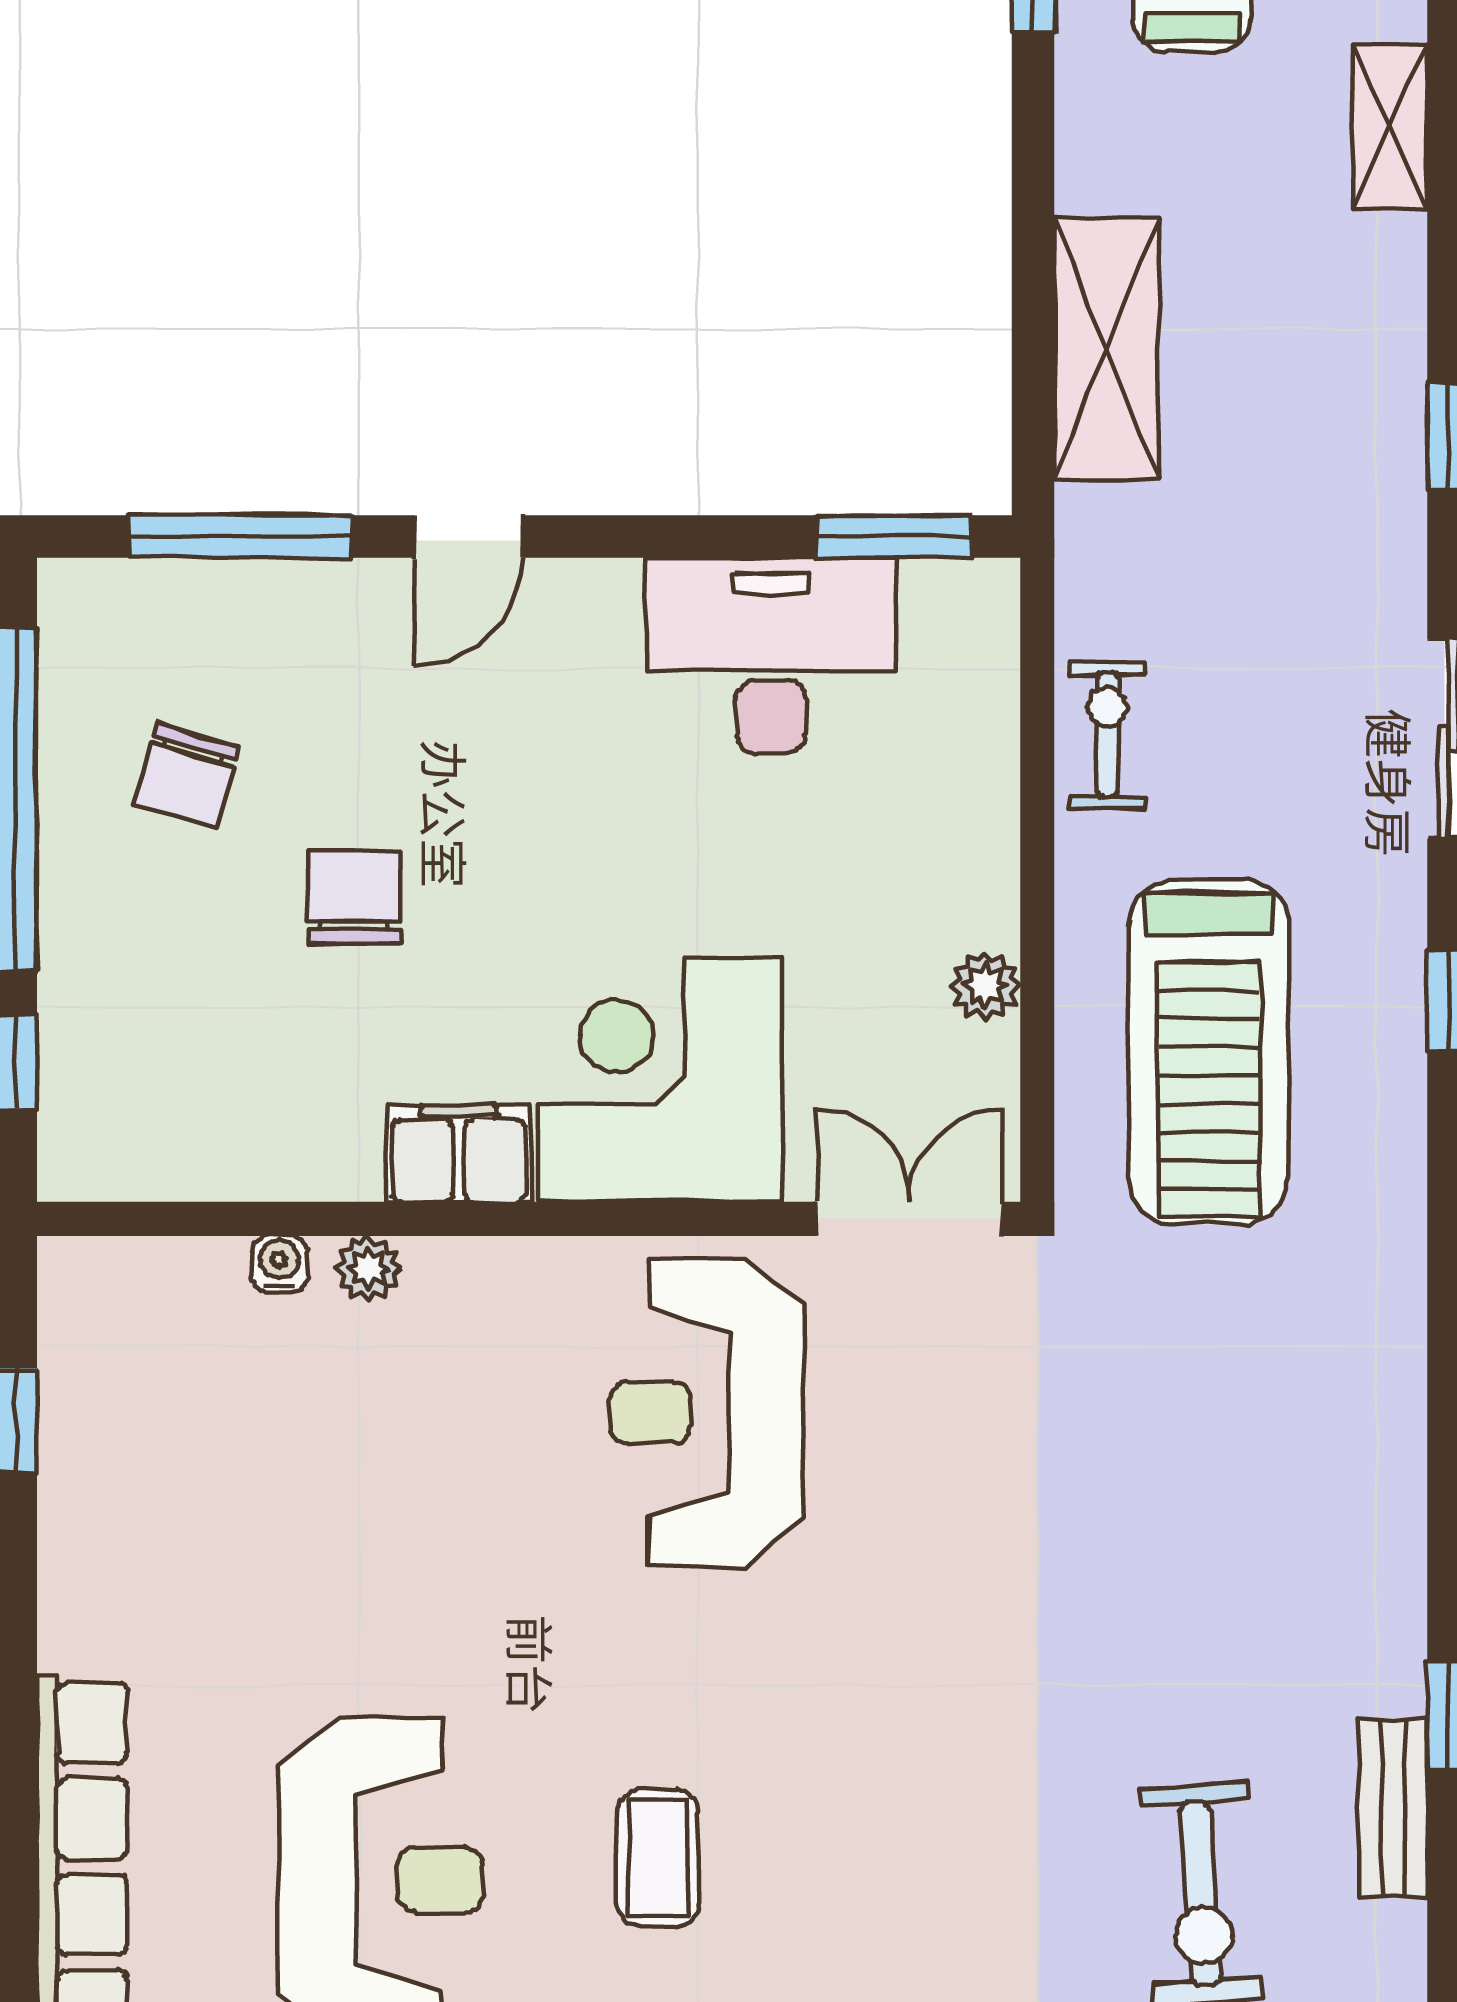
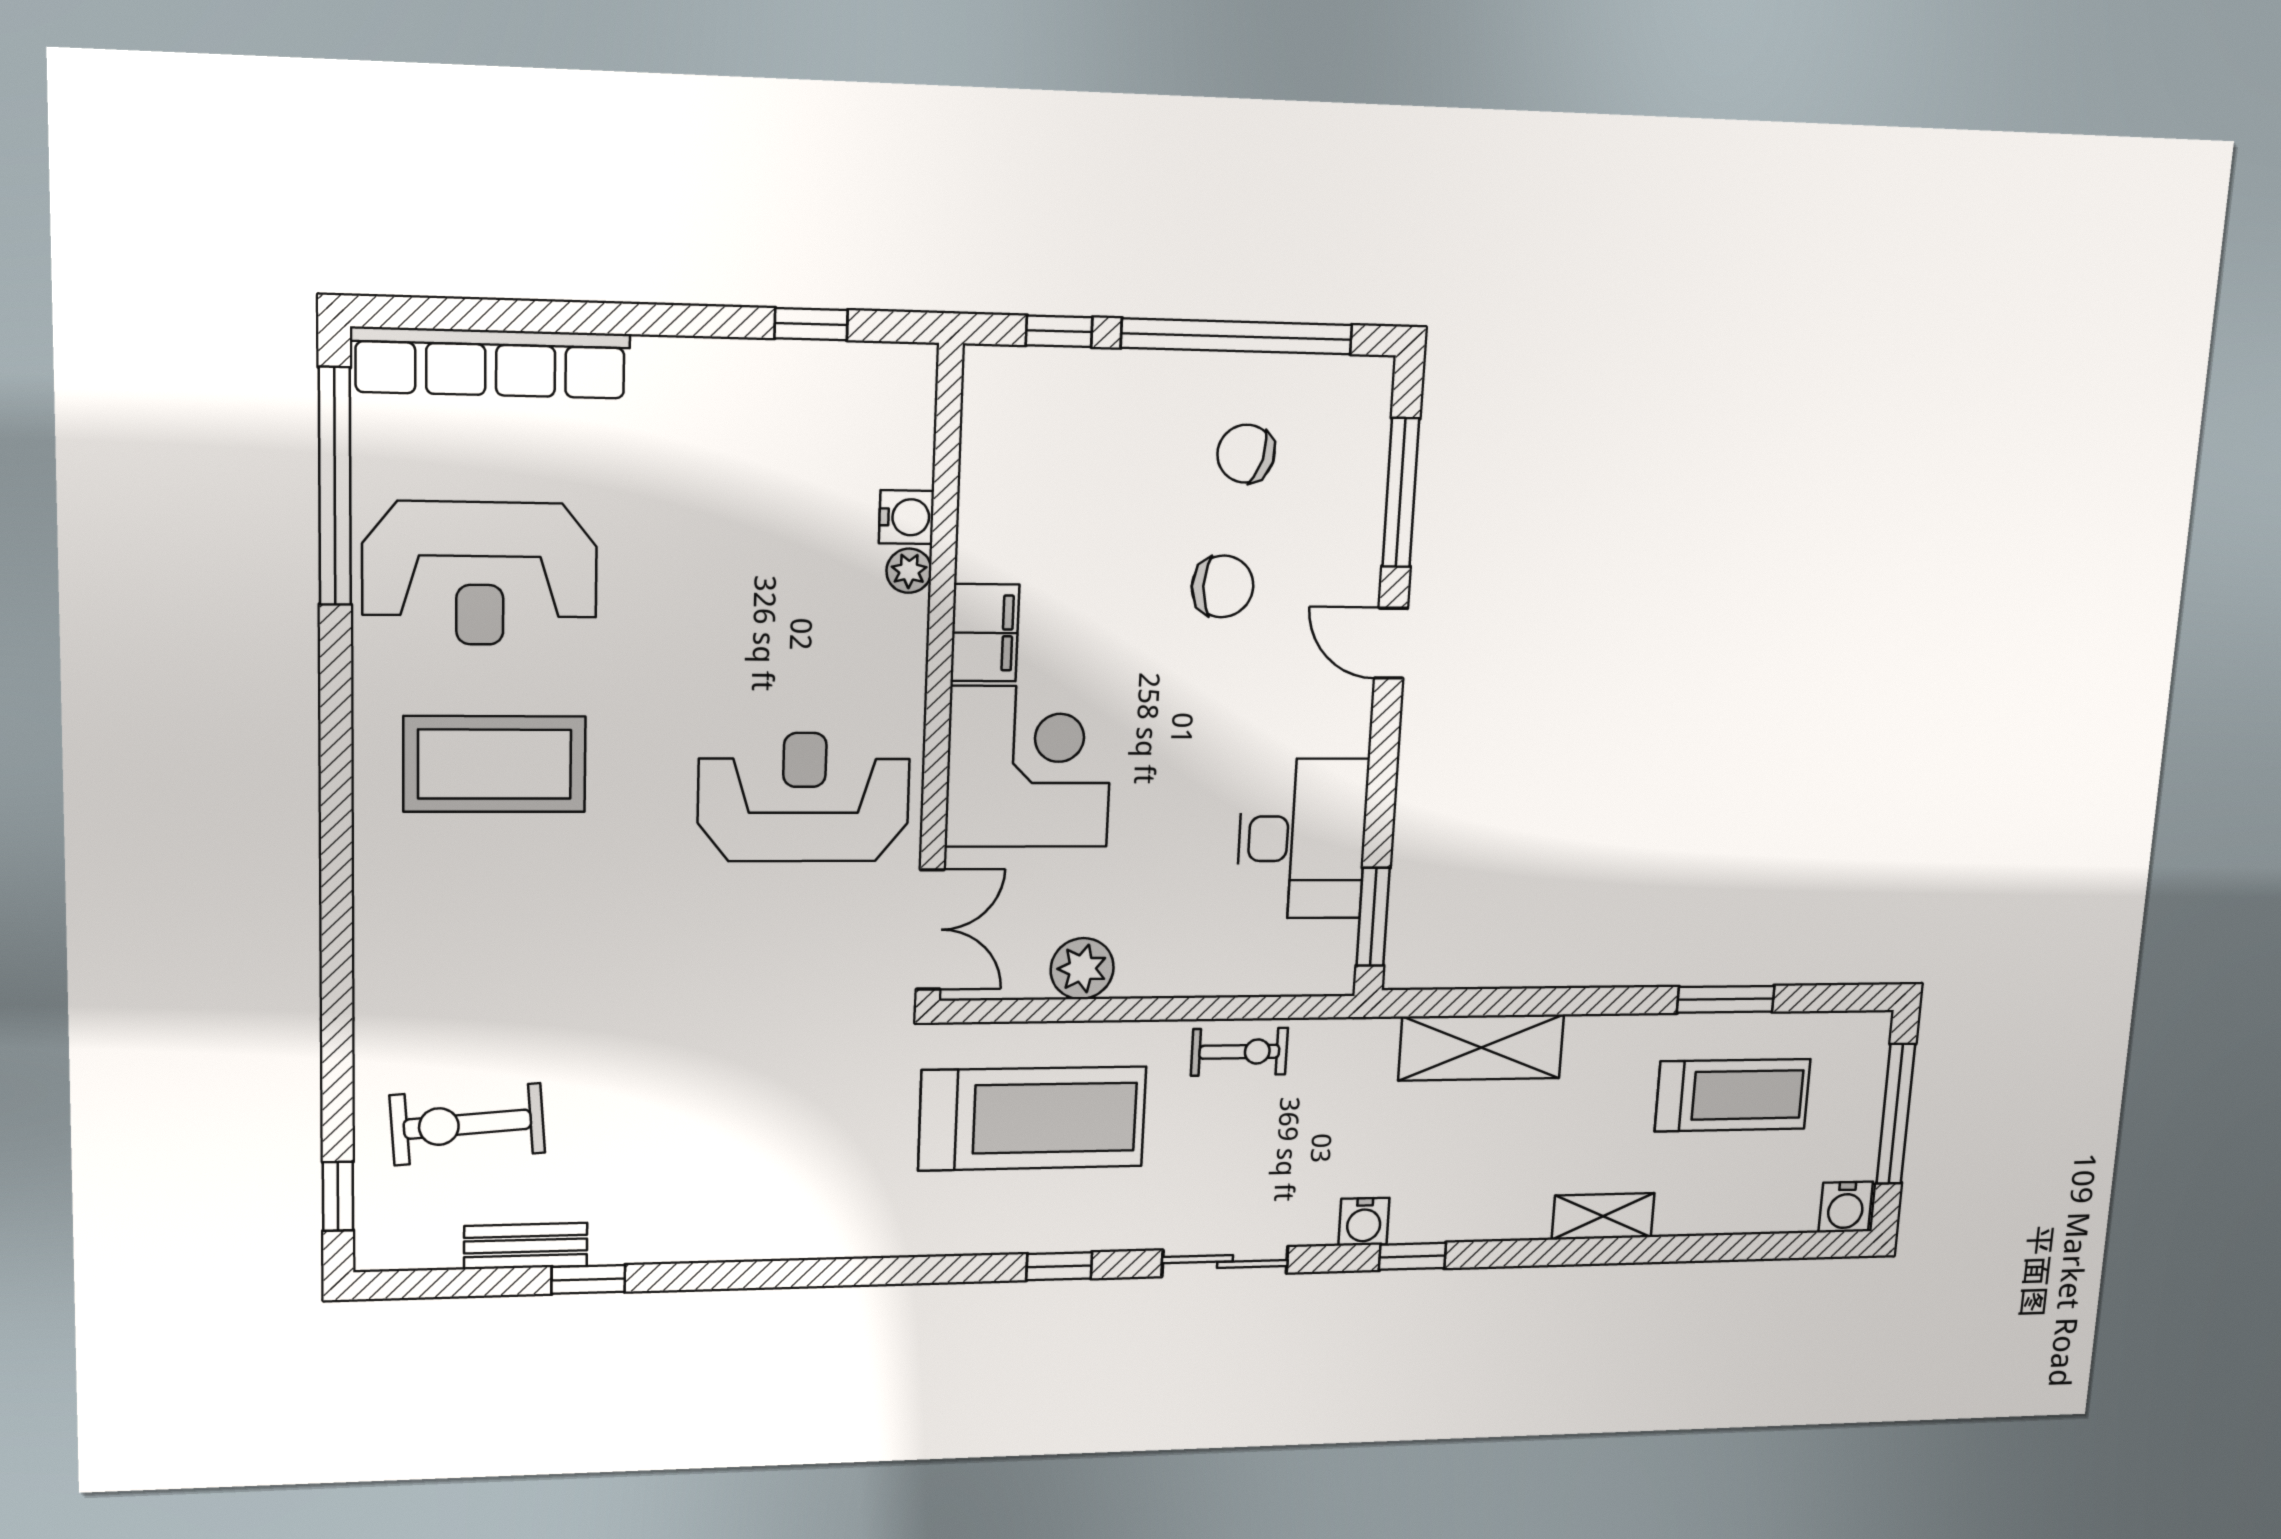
water cooler: (1388, 519) -> (1364, 1222), added
chair: (354, 897) -> (1223, 586), moved
plant: (985, 986) -> (1082, 969), width x1.38, depth x1.38
treadmill: (1209, 1052) -> (1033, 1118), turned 180
water cooler: (279, 1264) -> (906, 517), width x1.38, depth x1.38
coffee table: (658, 1858) -> (495, 764), width x1.86, depth x1.72

